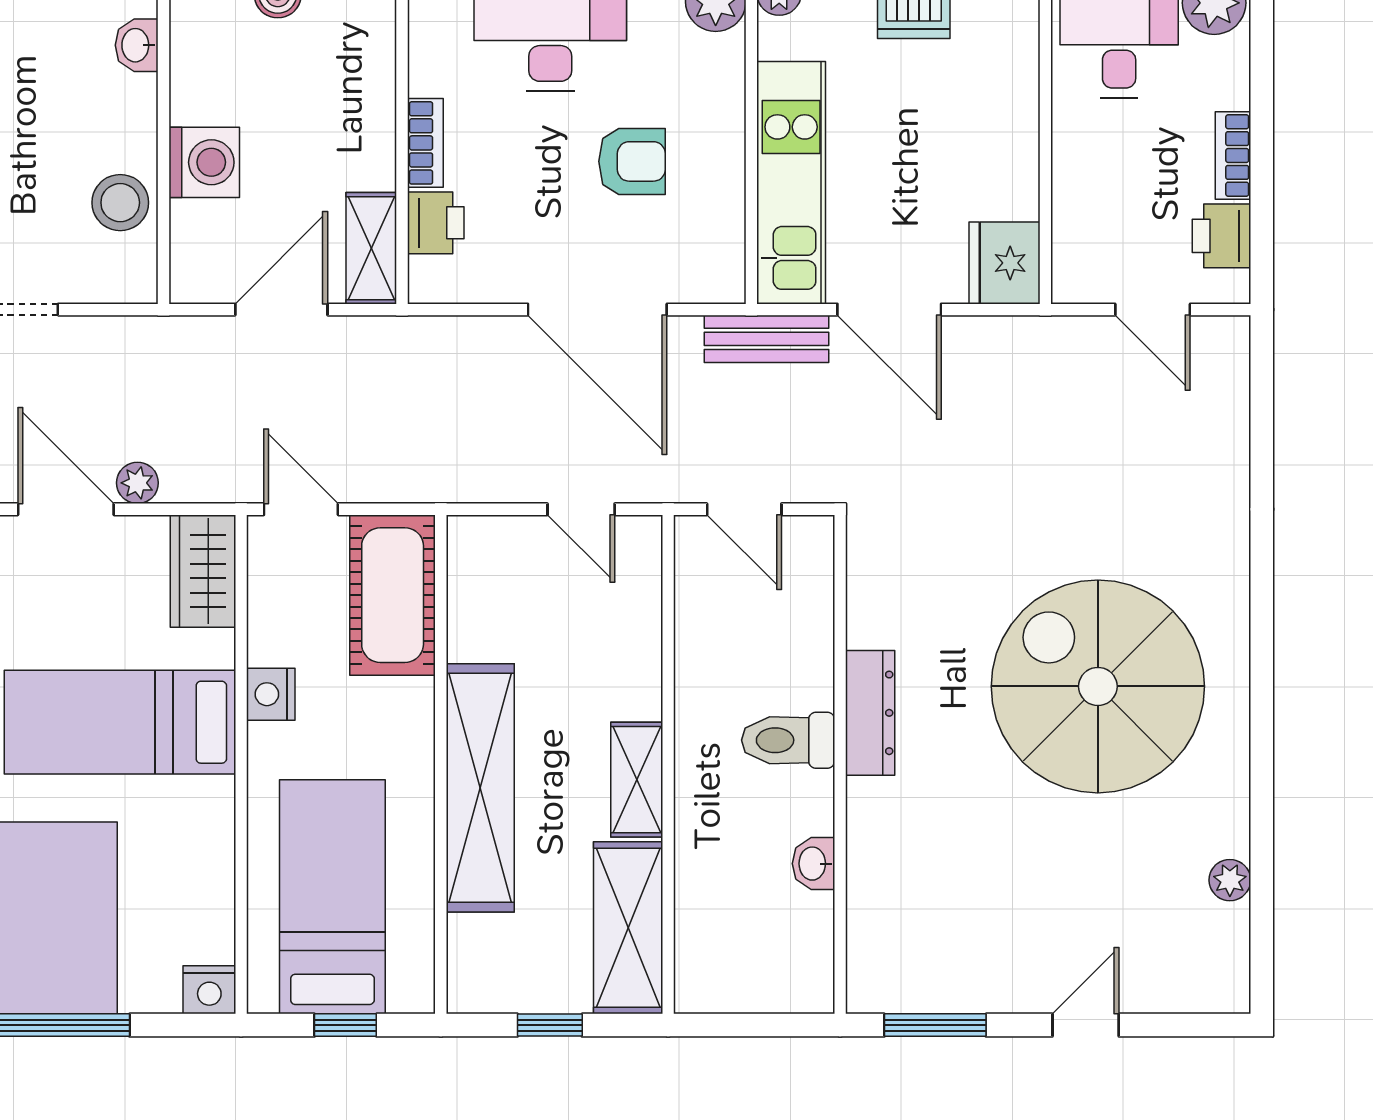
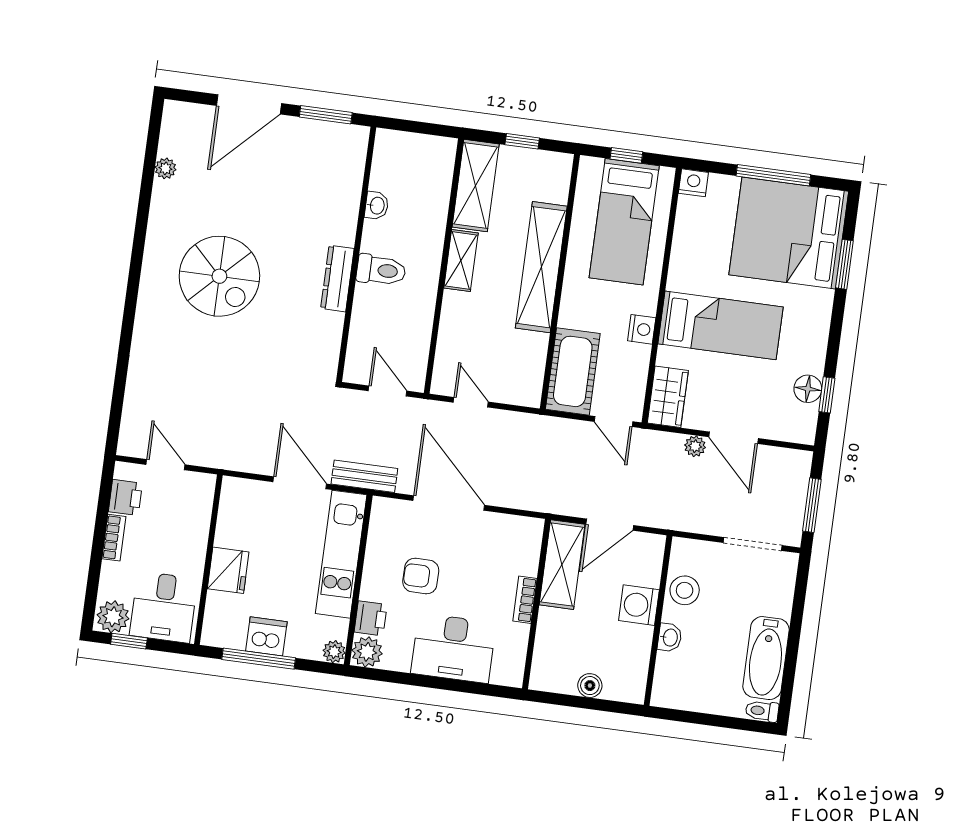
washbasin: (137, 45) -> (670, 637), moved
printer: (436, 223) -> (371, 618), moved, turned 180
shelving: (371, 248) -> (562, 565), width x1.50, depth x1.33
fridge: (1004, 263) -> (228, 570), moved
spiral stairs: (1098, 686) -> (219, 276), width x0.73, depth x0.73
door: (1086, 1025) -> (249, 104), width x1.87

